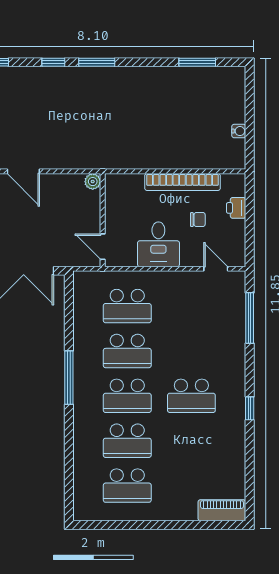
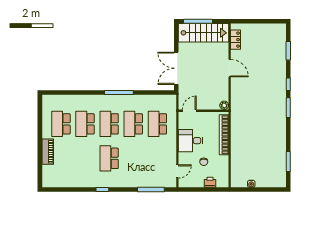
door: (23, 171) -> (230, 68), swing flipped
bookcase: (182, 182) -> (224, 135), moved
piano: (222, 510) -> (48, 152), moved

